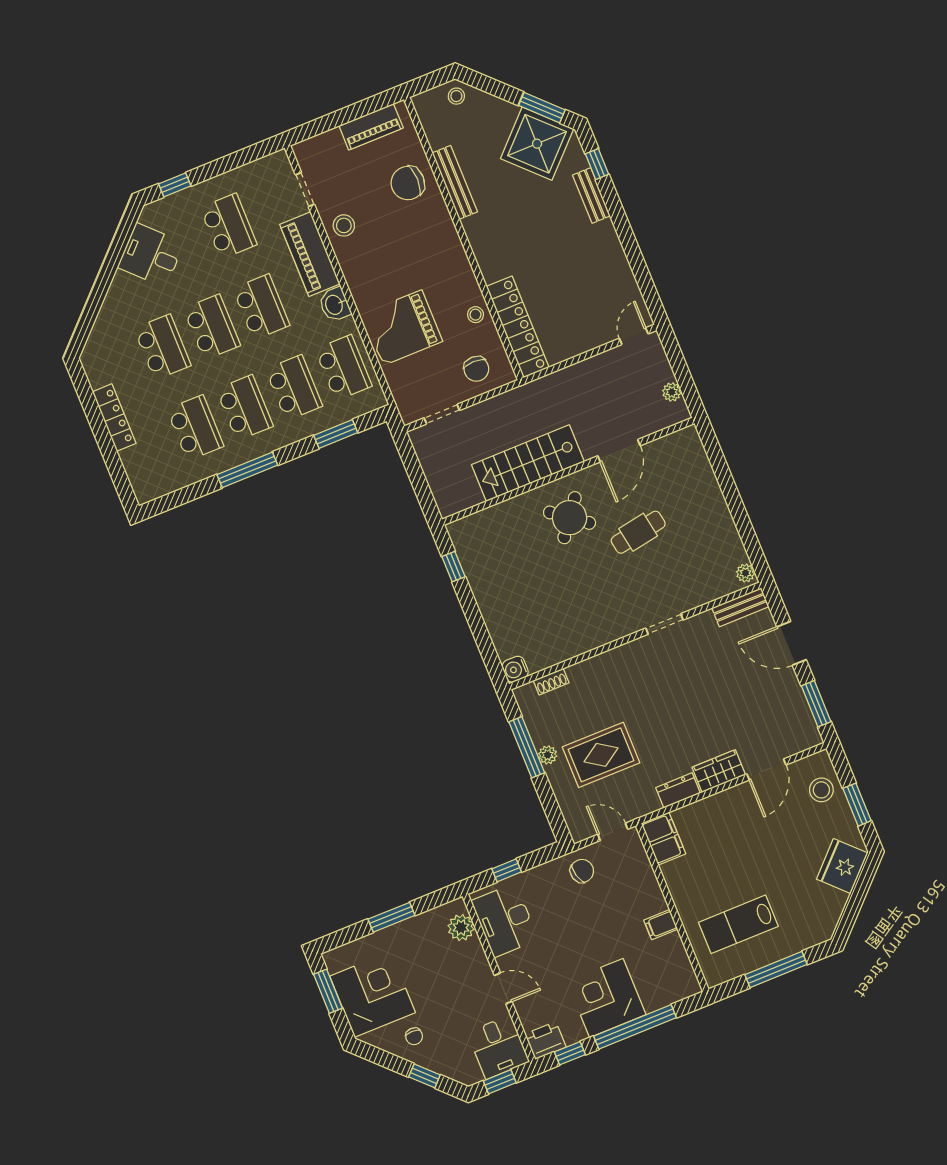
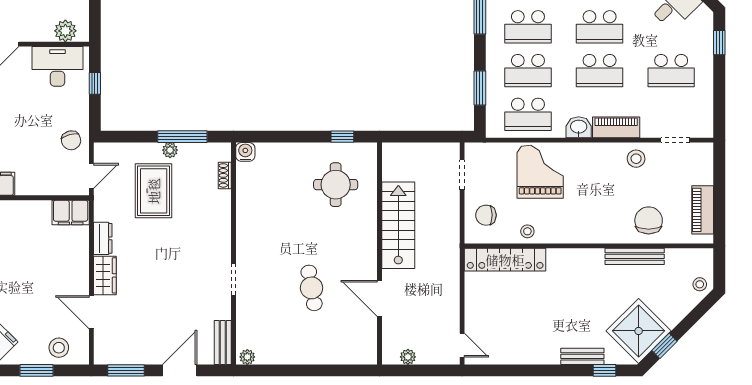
window: (542, 108) -> (665, 346), width x0.67
piano: (310, 254) -> (616, 127), width x0.73, depth x0.75
round table: (570, 518) -> (336, 185), moved, turned -37

